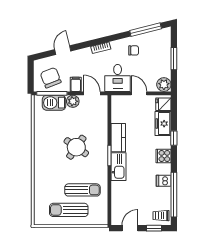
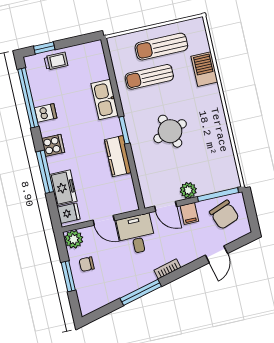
window: (146, 30) -> (141, 292), moved
chair: (134, 50) -> (87, 264), moved
barbecue: (54, 103) -> (204, 69), moved, turned -90
window: (174, 138) -> (45, 172), width x2.17
round table: (76, 147) -> (170, 131), turned 36
kitchen sink: (119, 167) -> (105, 100), moved
sun lounger: (69, 210) -> (161, 47), turned 180
trolley: (161, 216) -> (56, 61), moved
door: (130, 228) -> (76, 41), removed

